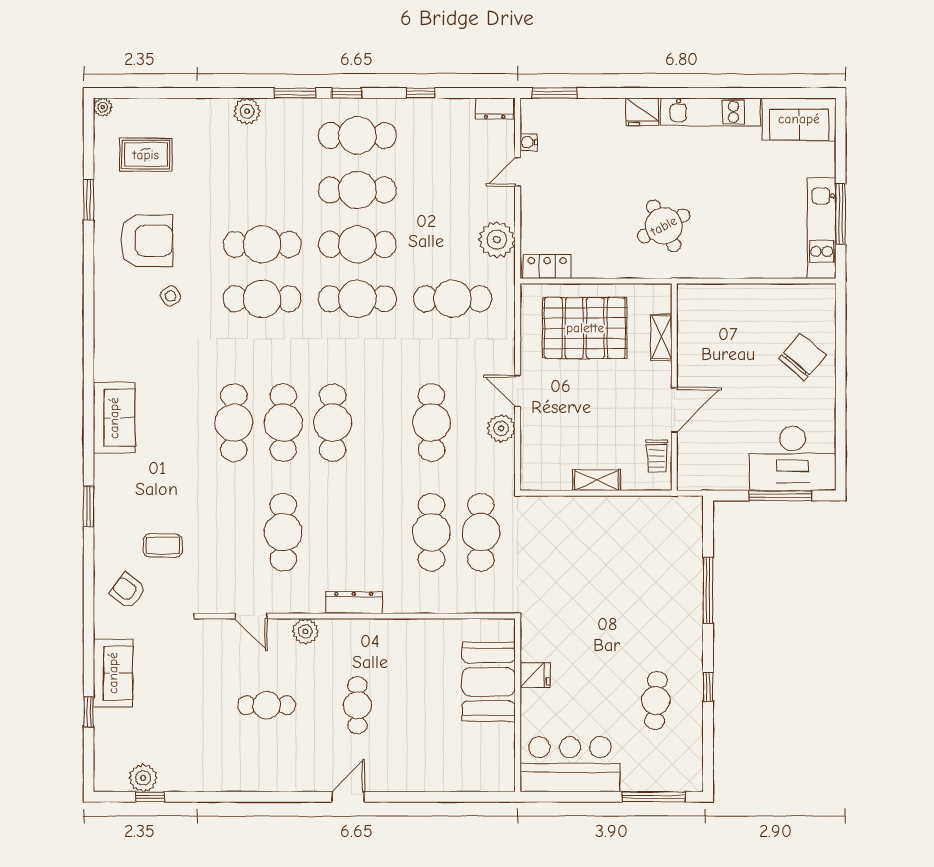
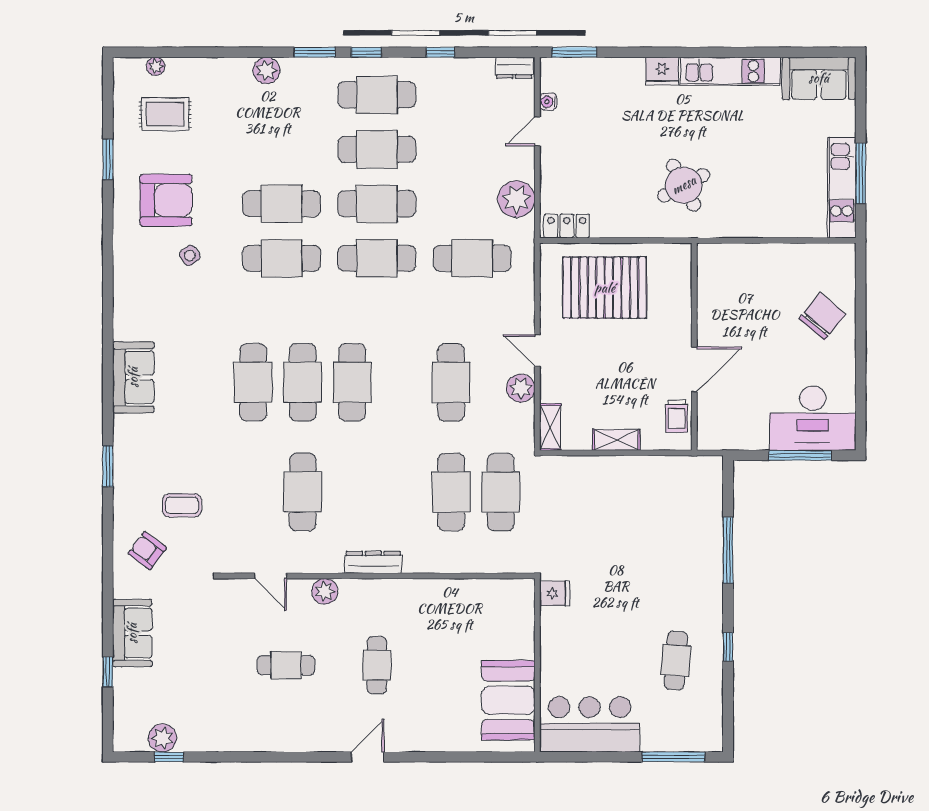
plant: (103, 107) -> (156, 66), moved
shelving: (661, 337) -> (550, 427), moved
fridge: (535, 675) -> (555, 593), moved
booth: (489, 682) -> (508, 700), moved

